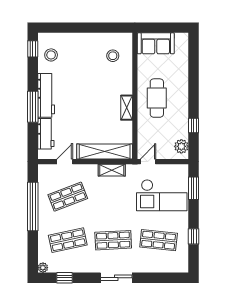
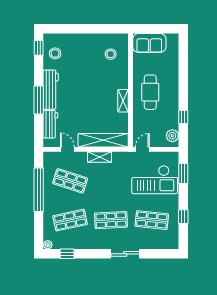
door: (65, 162) -> (67, 149), hinge flipped
shelving: (112, 170) -> (100, 157), moved
shop shelf: (68, 197) -> (70, 181), turned 39
sliding door: (116, 278) -> (125, 254), moved

